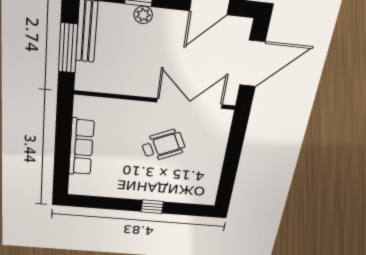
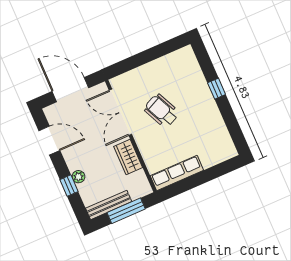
wardrobe: (133, 85) -> (128, 157), added
row of seats: (81, 147) -> (177, 173), moved

